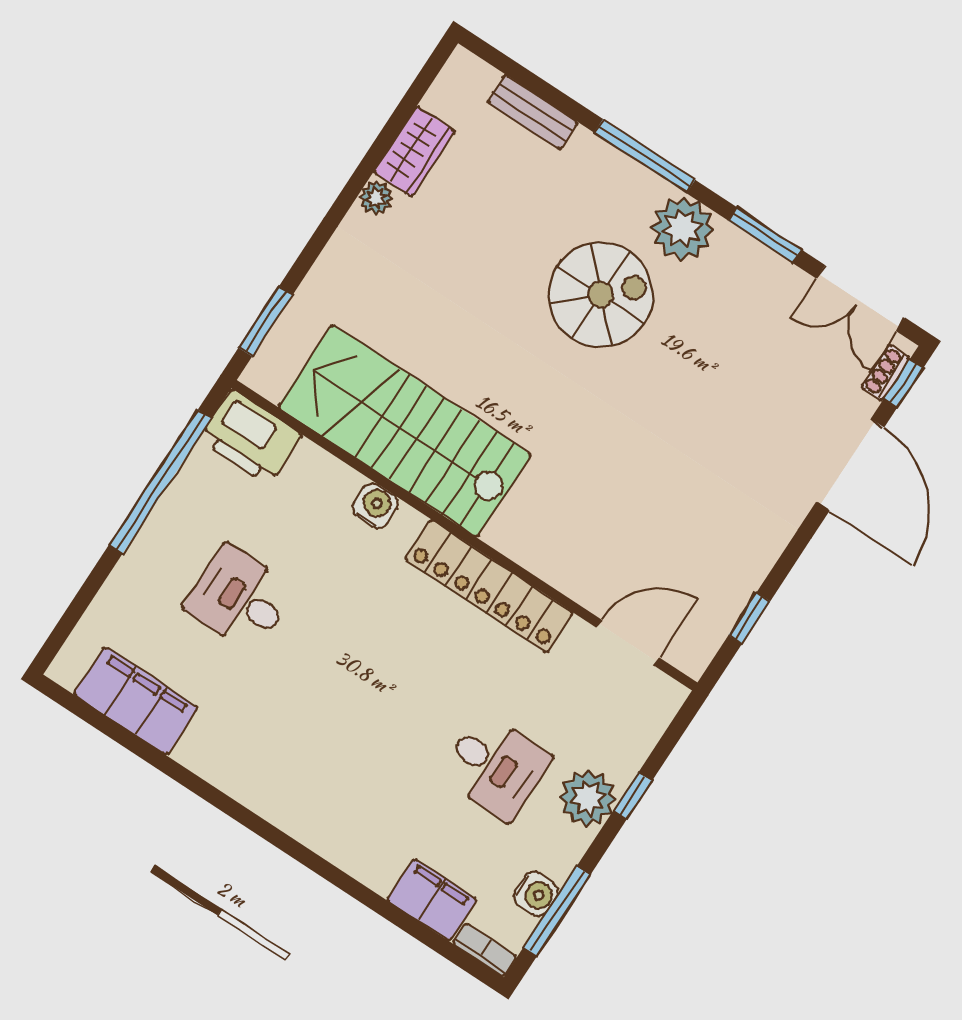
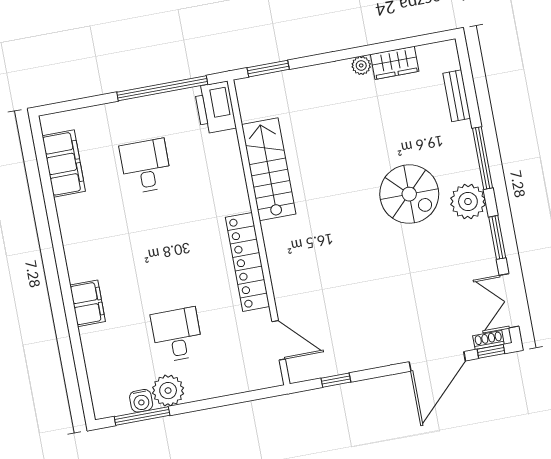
stairs: (405, 431) -> (269, 169), width x0.73, depth x0.66
water cooler: (375, 506) -> (236, 185), removed
desk: (495, 766) -> (177, 335), turned 180
window: (633, 796) -> (218, 402), removed
plant: (588, 798) -> (168, 391), moved
filing cabinet: (432, 900) -> (88, 303), moved
bookcase: (485, 950) -> (98, 402), removed

